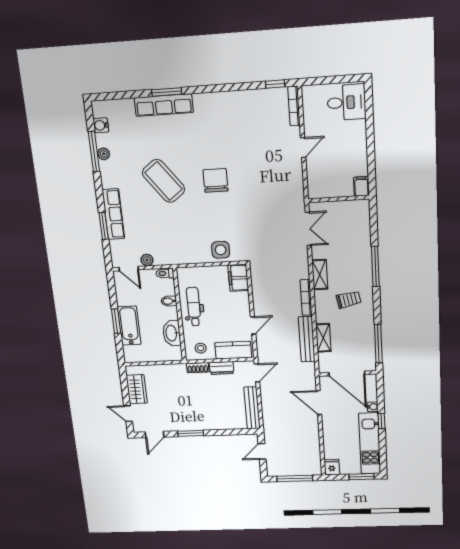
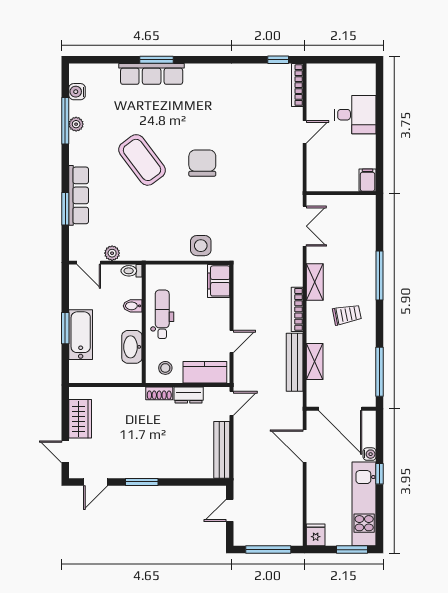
desk: (346, 102) -> (355, 115), moved

